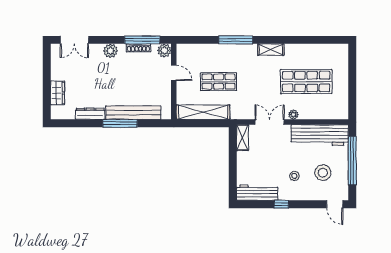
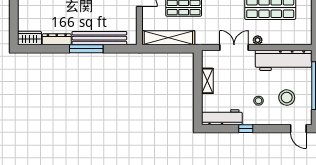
wardrobe: (58, 93) -> (29, 38), moved, turned -90
shelving: (242, 138) -> (207, 81), moved

